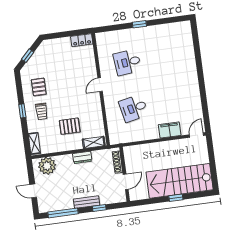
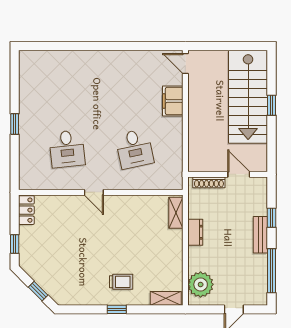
window: (58, 35) -> (15, 244), added
pallet: (39, 87) -> (85, 281), removed
pallet: (70, 126) -> (148, 244), removed

